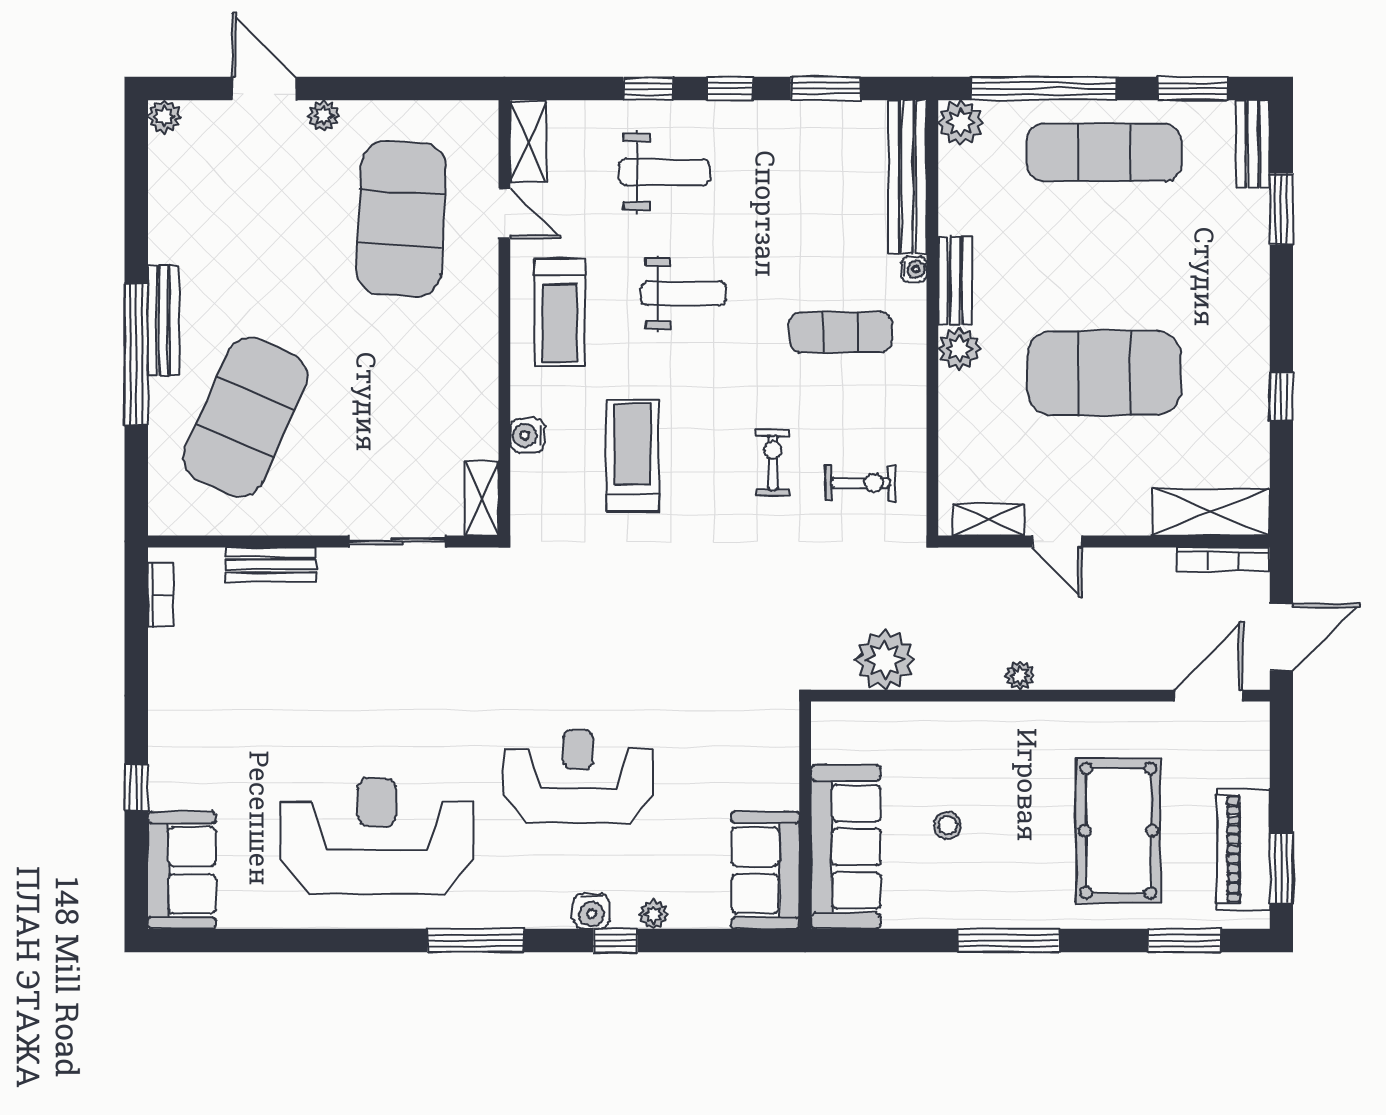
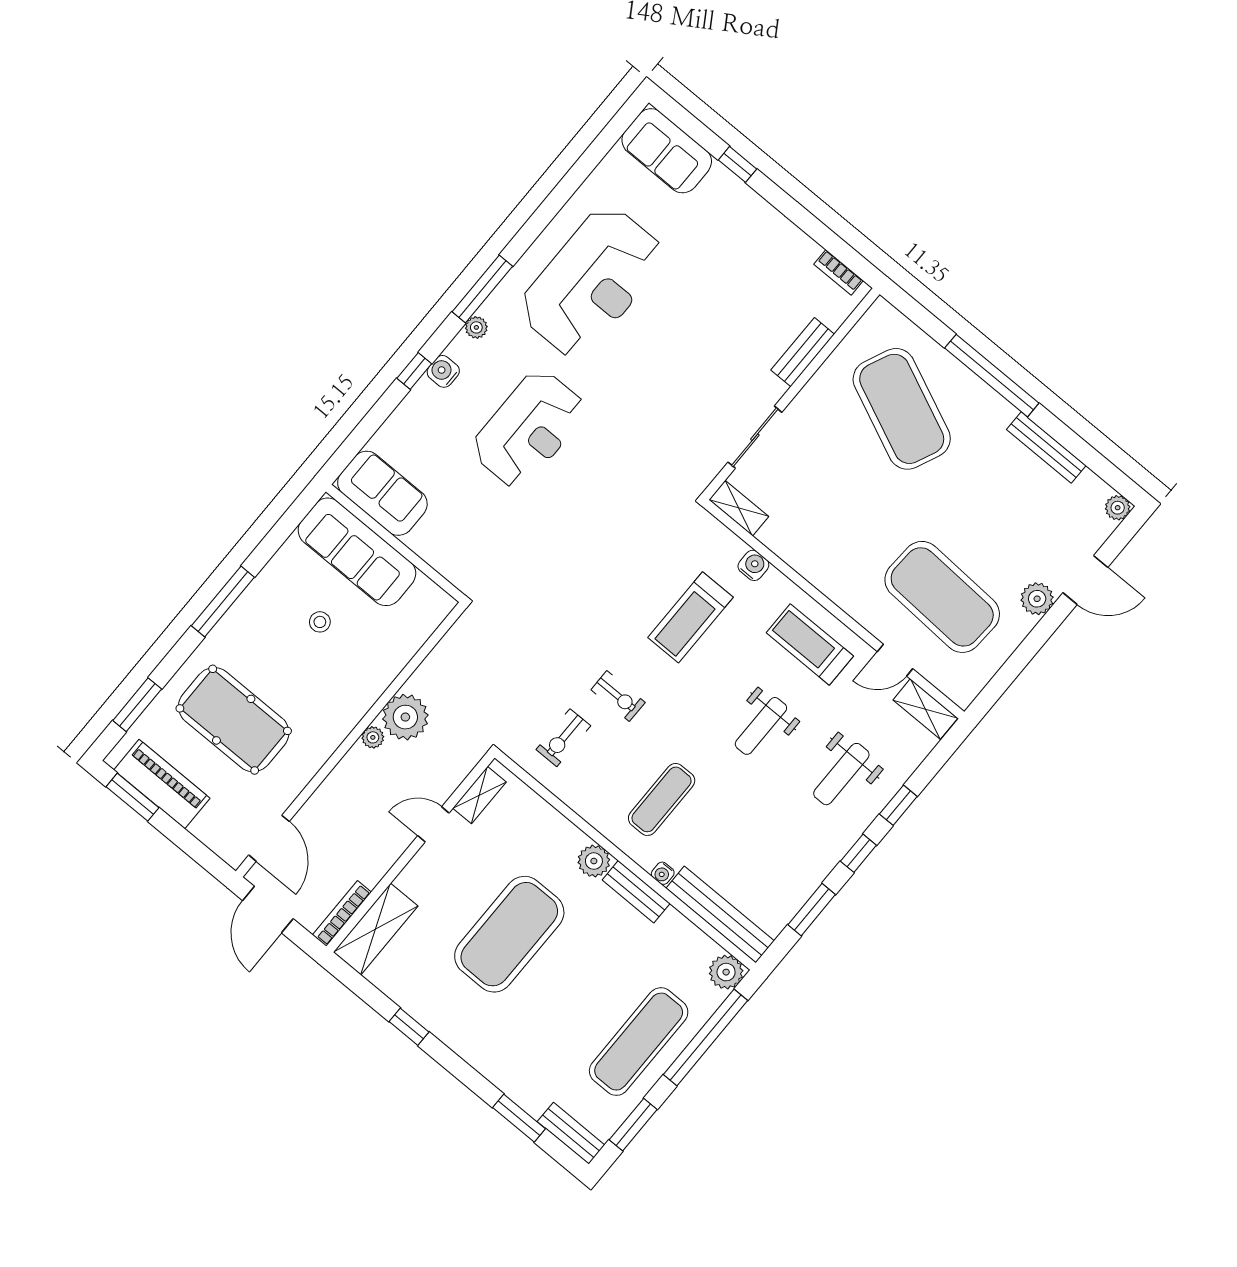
plant: (324, 116) -> (1037, 599), width x1.38, depth x1.38
bench: (163, 321) -> (1046, 448), moved
treadmill: (632, 456) -> (691, 617), turned 90
plant: (885, 660) -> (405, 717), moved
plant: (653, 914) -> (476, 327), moved

